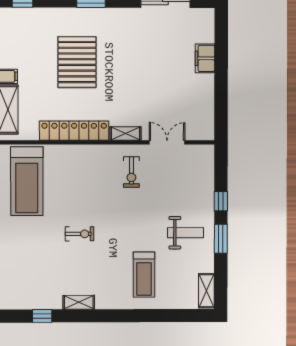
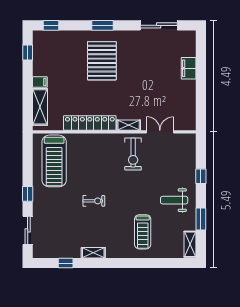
pallet: (77, 62) -> (102, 61), moved
exercise bike: (131, 172) -> (133, 154), width x1.38, depth x1.39
weight bench: (186, 233) -> (174, 200), turned 180
window: (221, 239) -> (201, 219), moved

